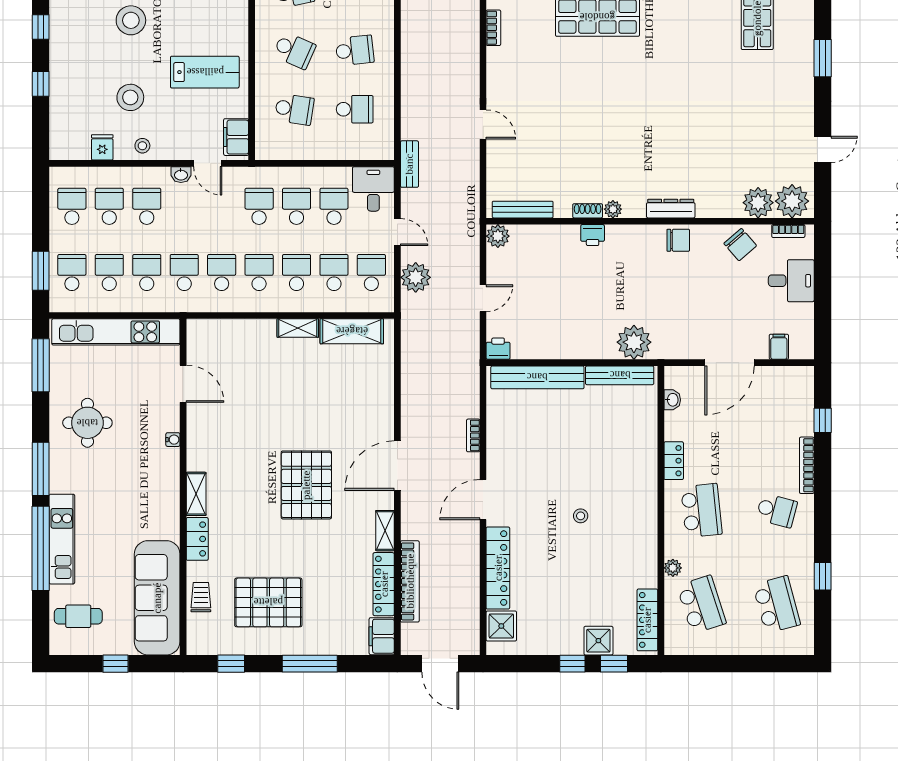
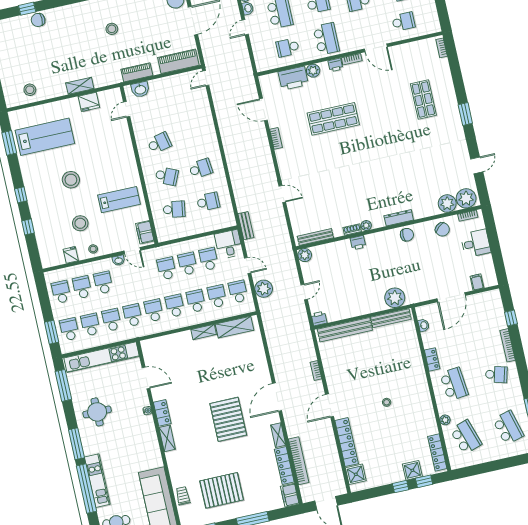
locker: (197, 539) -> (162, 413), moved

